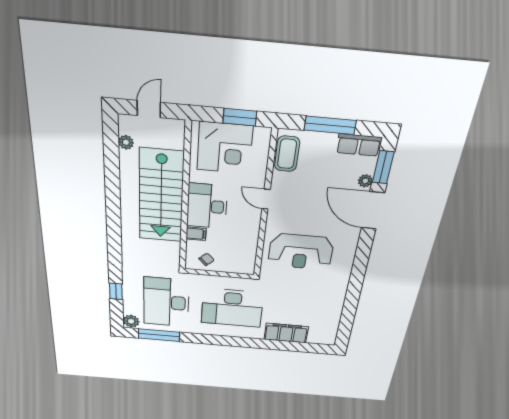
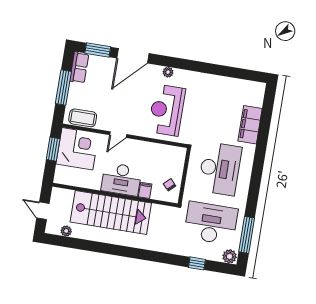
corner desk: (225, 148) -> (77, 149), moved
plant: (365, 181) -> (168, 72), moved
reception desk: (301, 252) -> (167, 110), turned 180
desk: (166, 302) -> (211, 223), turned 180

